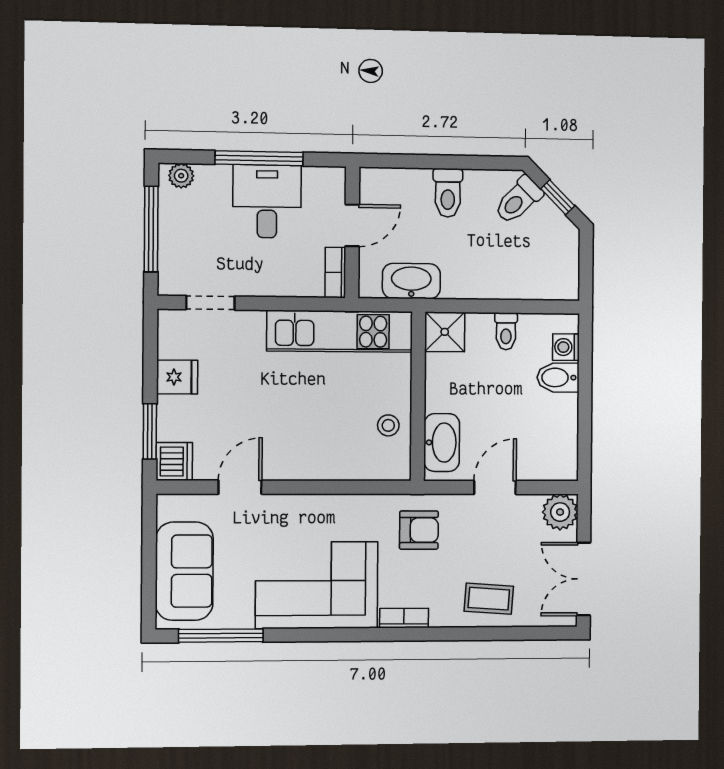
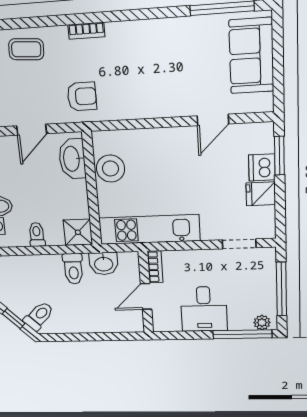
window: (259, 158) -> (242, 334), moved
toilet: (448, 193) -> (73, 269), moved, turned 180
washbasin: (411, 281) -> (104, 264), width x0.72
stool: (388, 425) -> (110, 169), width x1.89, depth x1.89
dishwasher: (174, 461) -> (262, 167), moved
armchair: (419, 530) -> (82, 96), turned 180
corner sofa: (317, 585) -> (153, 52), removed

